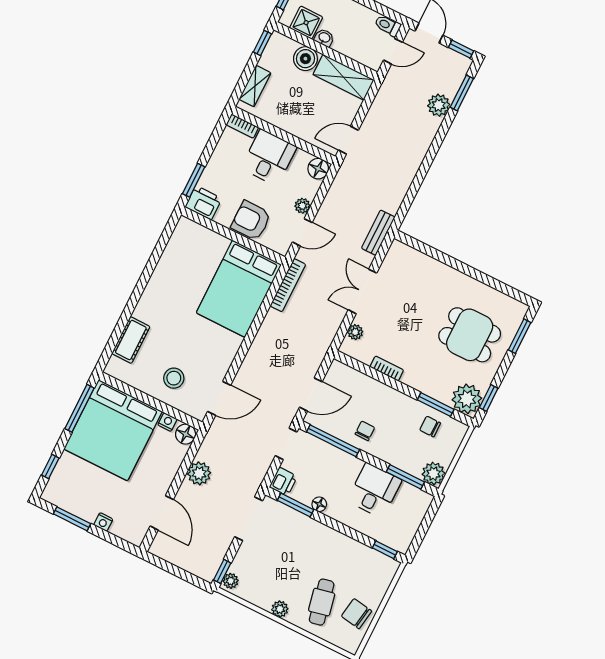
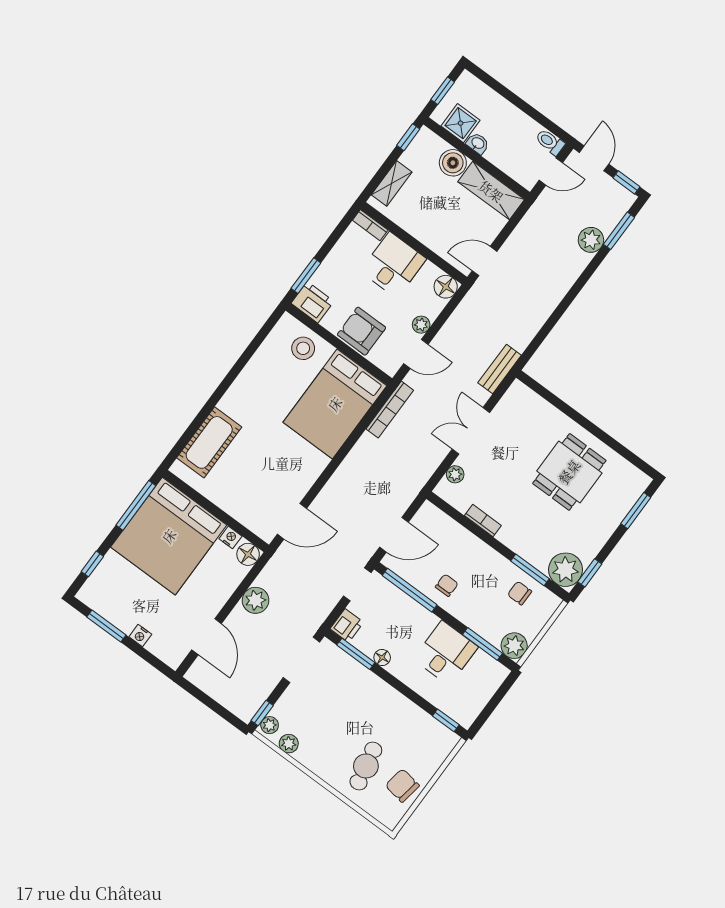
dining table: (470, 335) -> (569, 472), moved, turned 90
cot: (131, 340) -> (209, 442), width x1.37, depth x1.34
stool: (174, 378) -> (303, 348), moved
plant: (280, 609) -> (289, 744), moved

